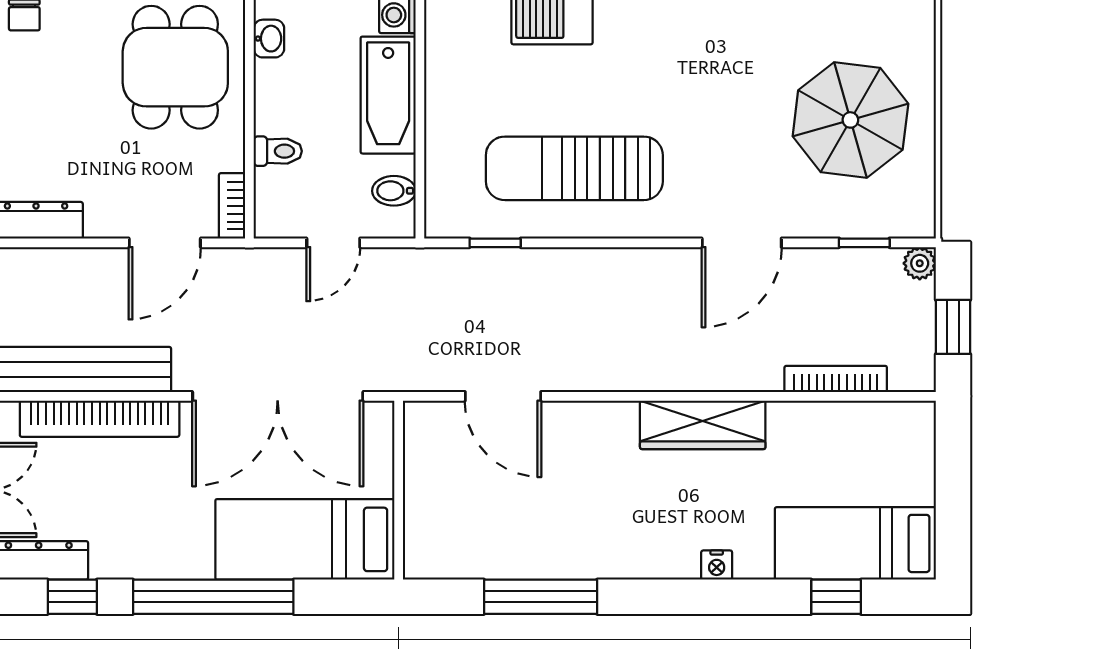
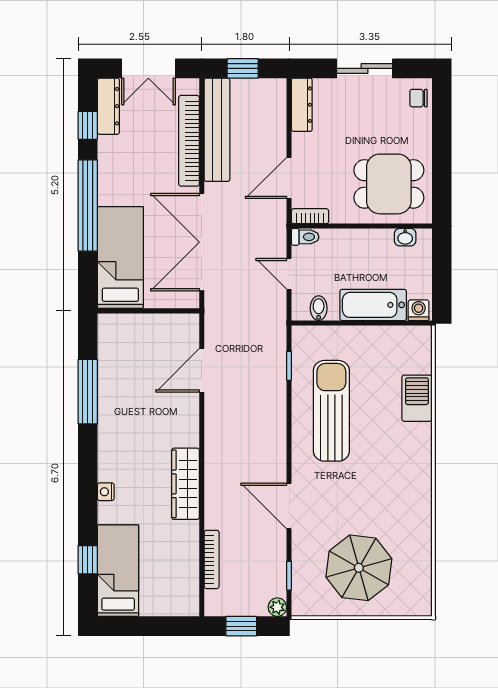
toilet: (278, 151) -> (305, 237), moved, turned -90
door: (165, 243) -> (289, 178), hinge flipped

